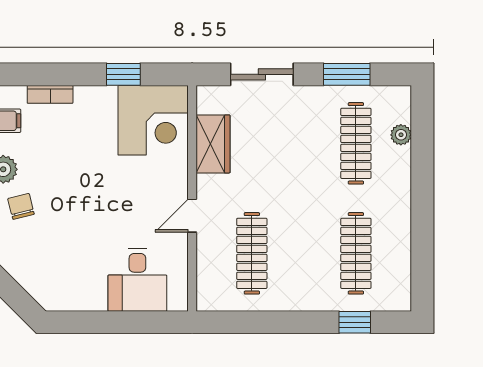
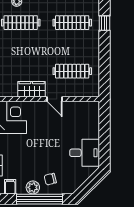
wardrobe: (213, 144) -> (32, 89), moved
desk: (137, 280) -> (85, 153), moved

